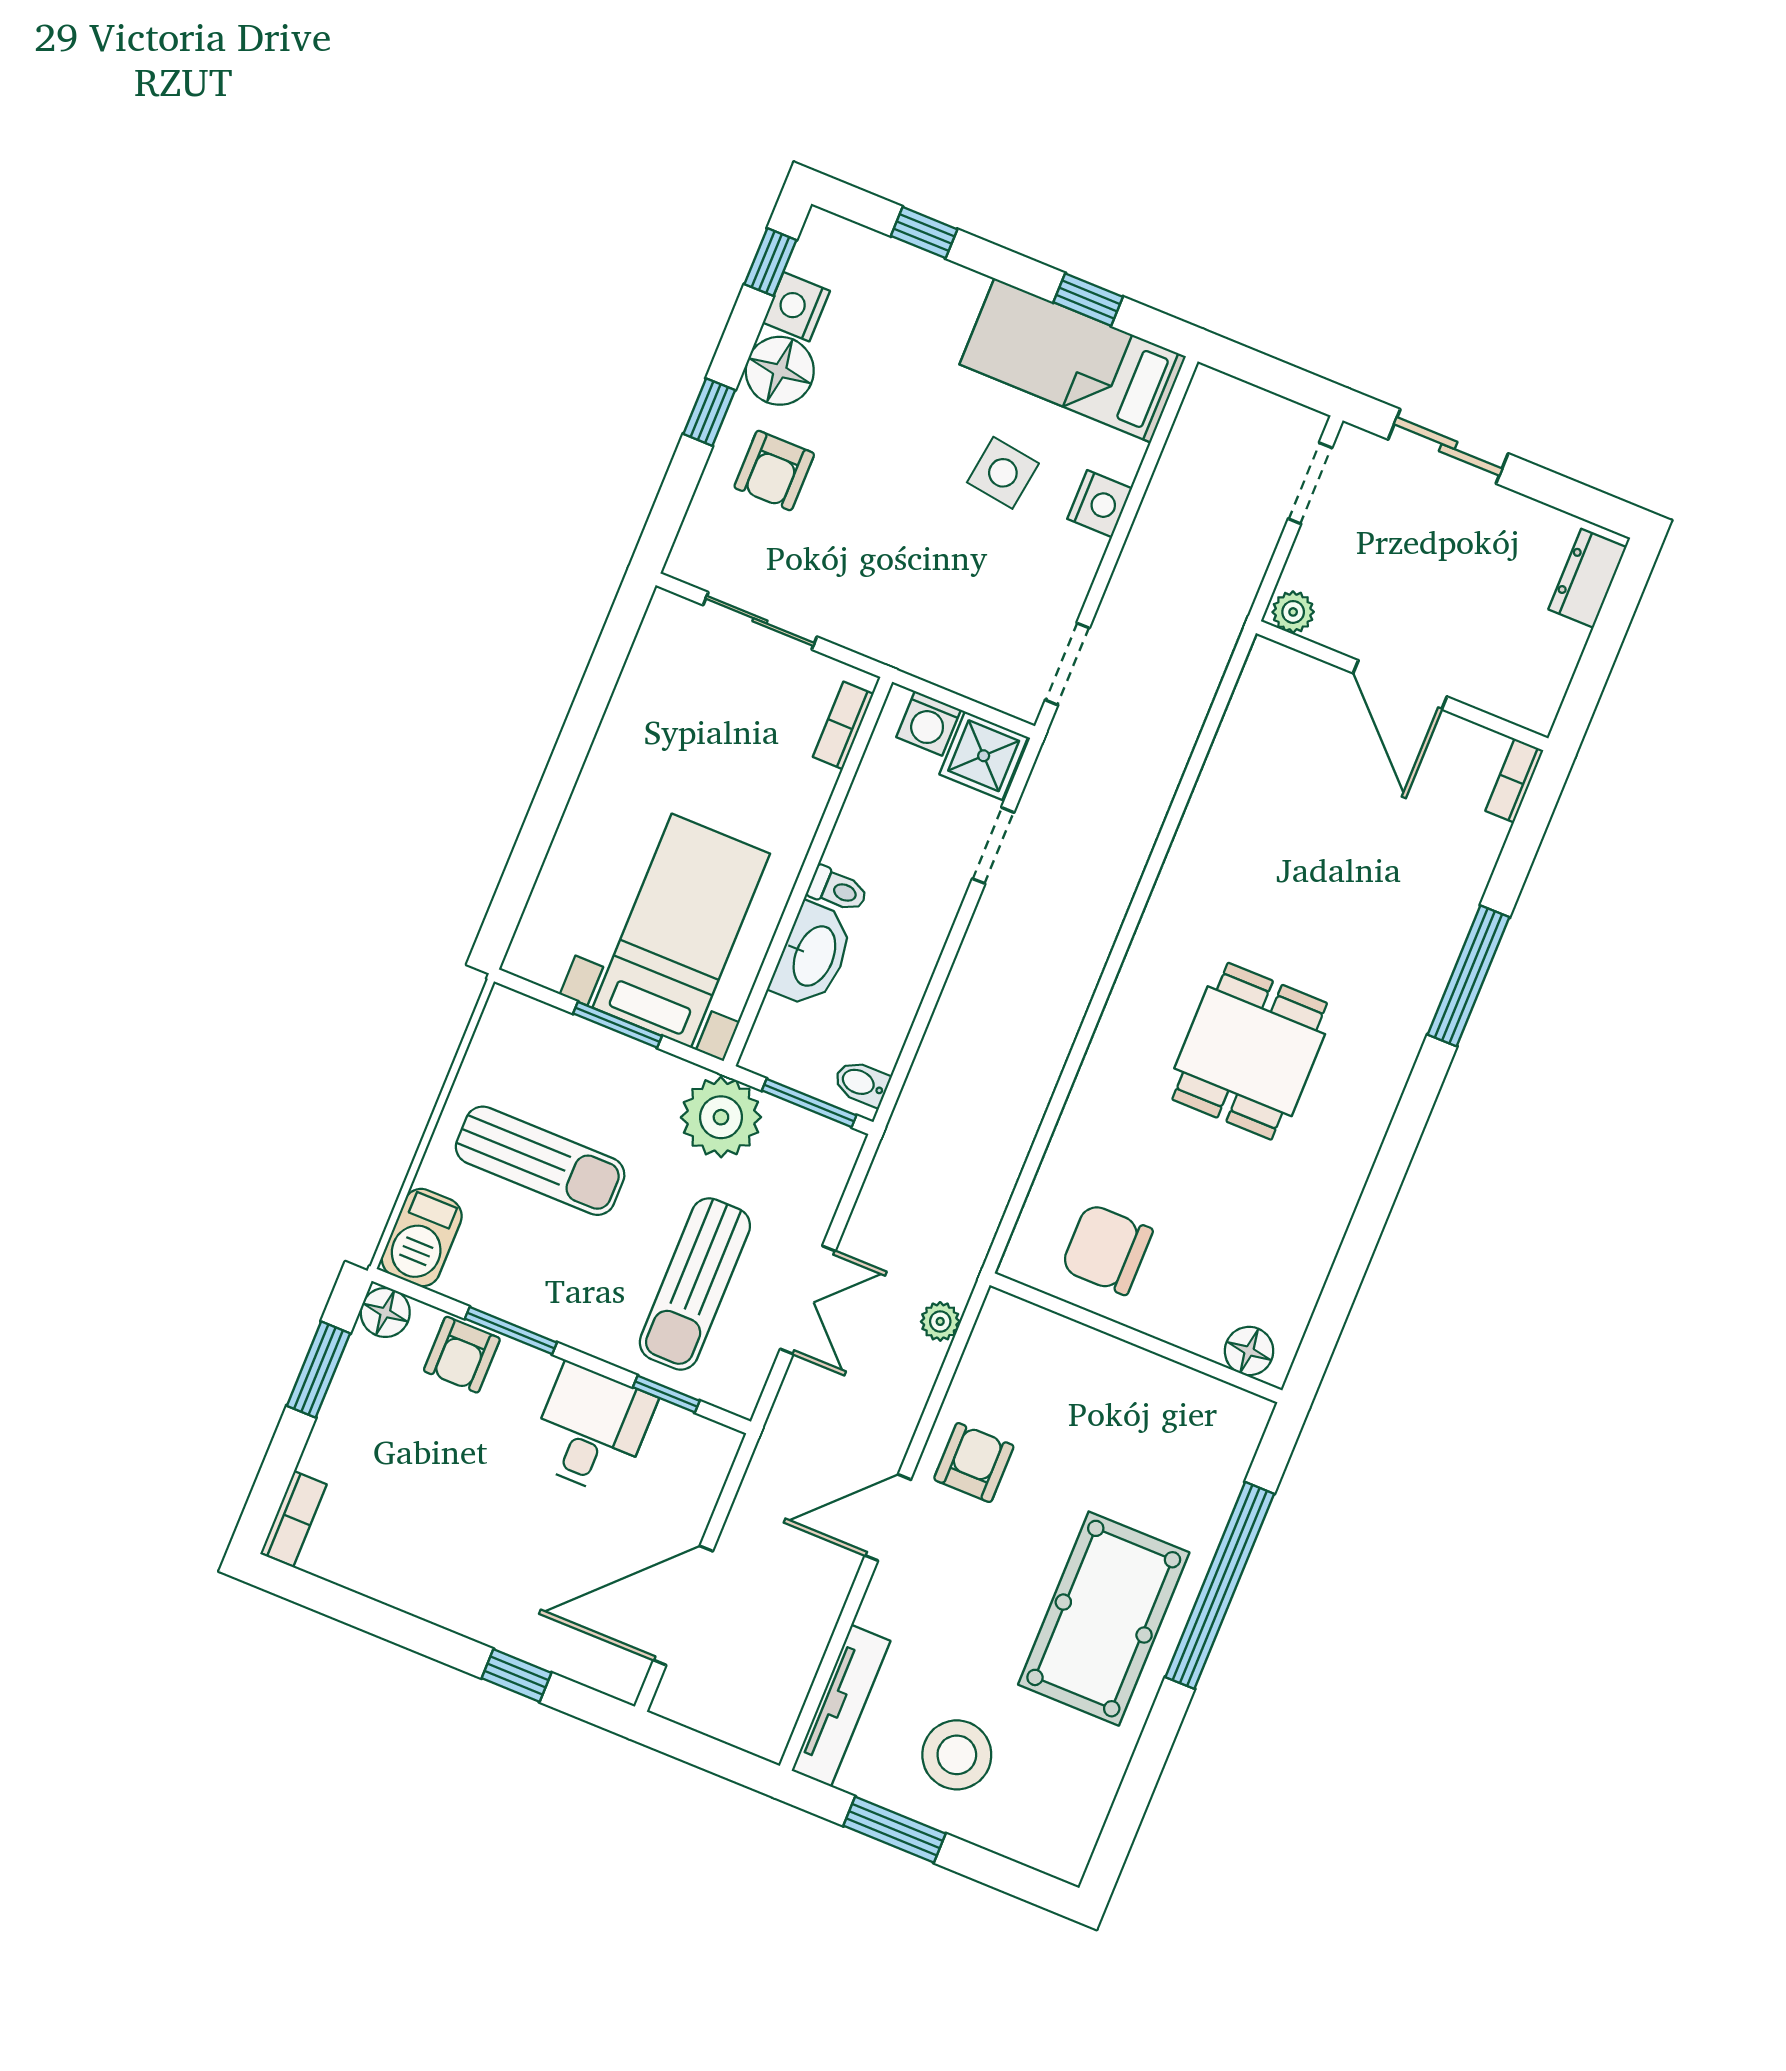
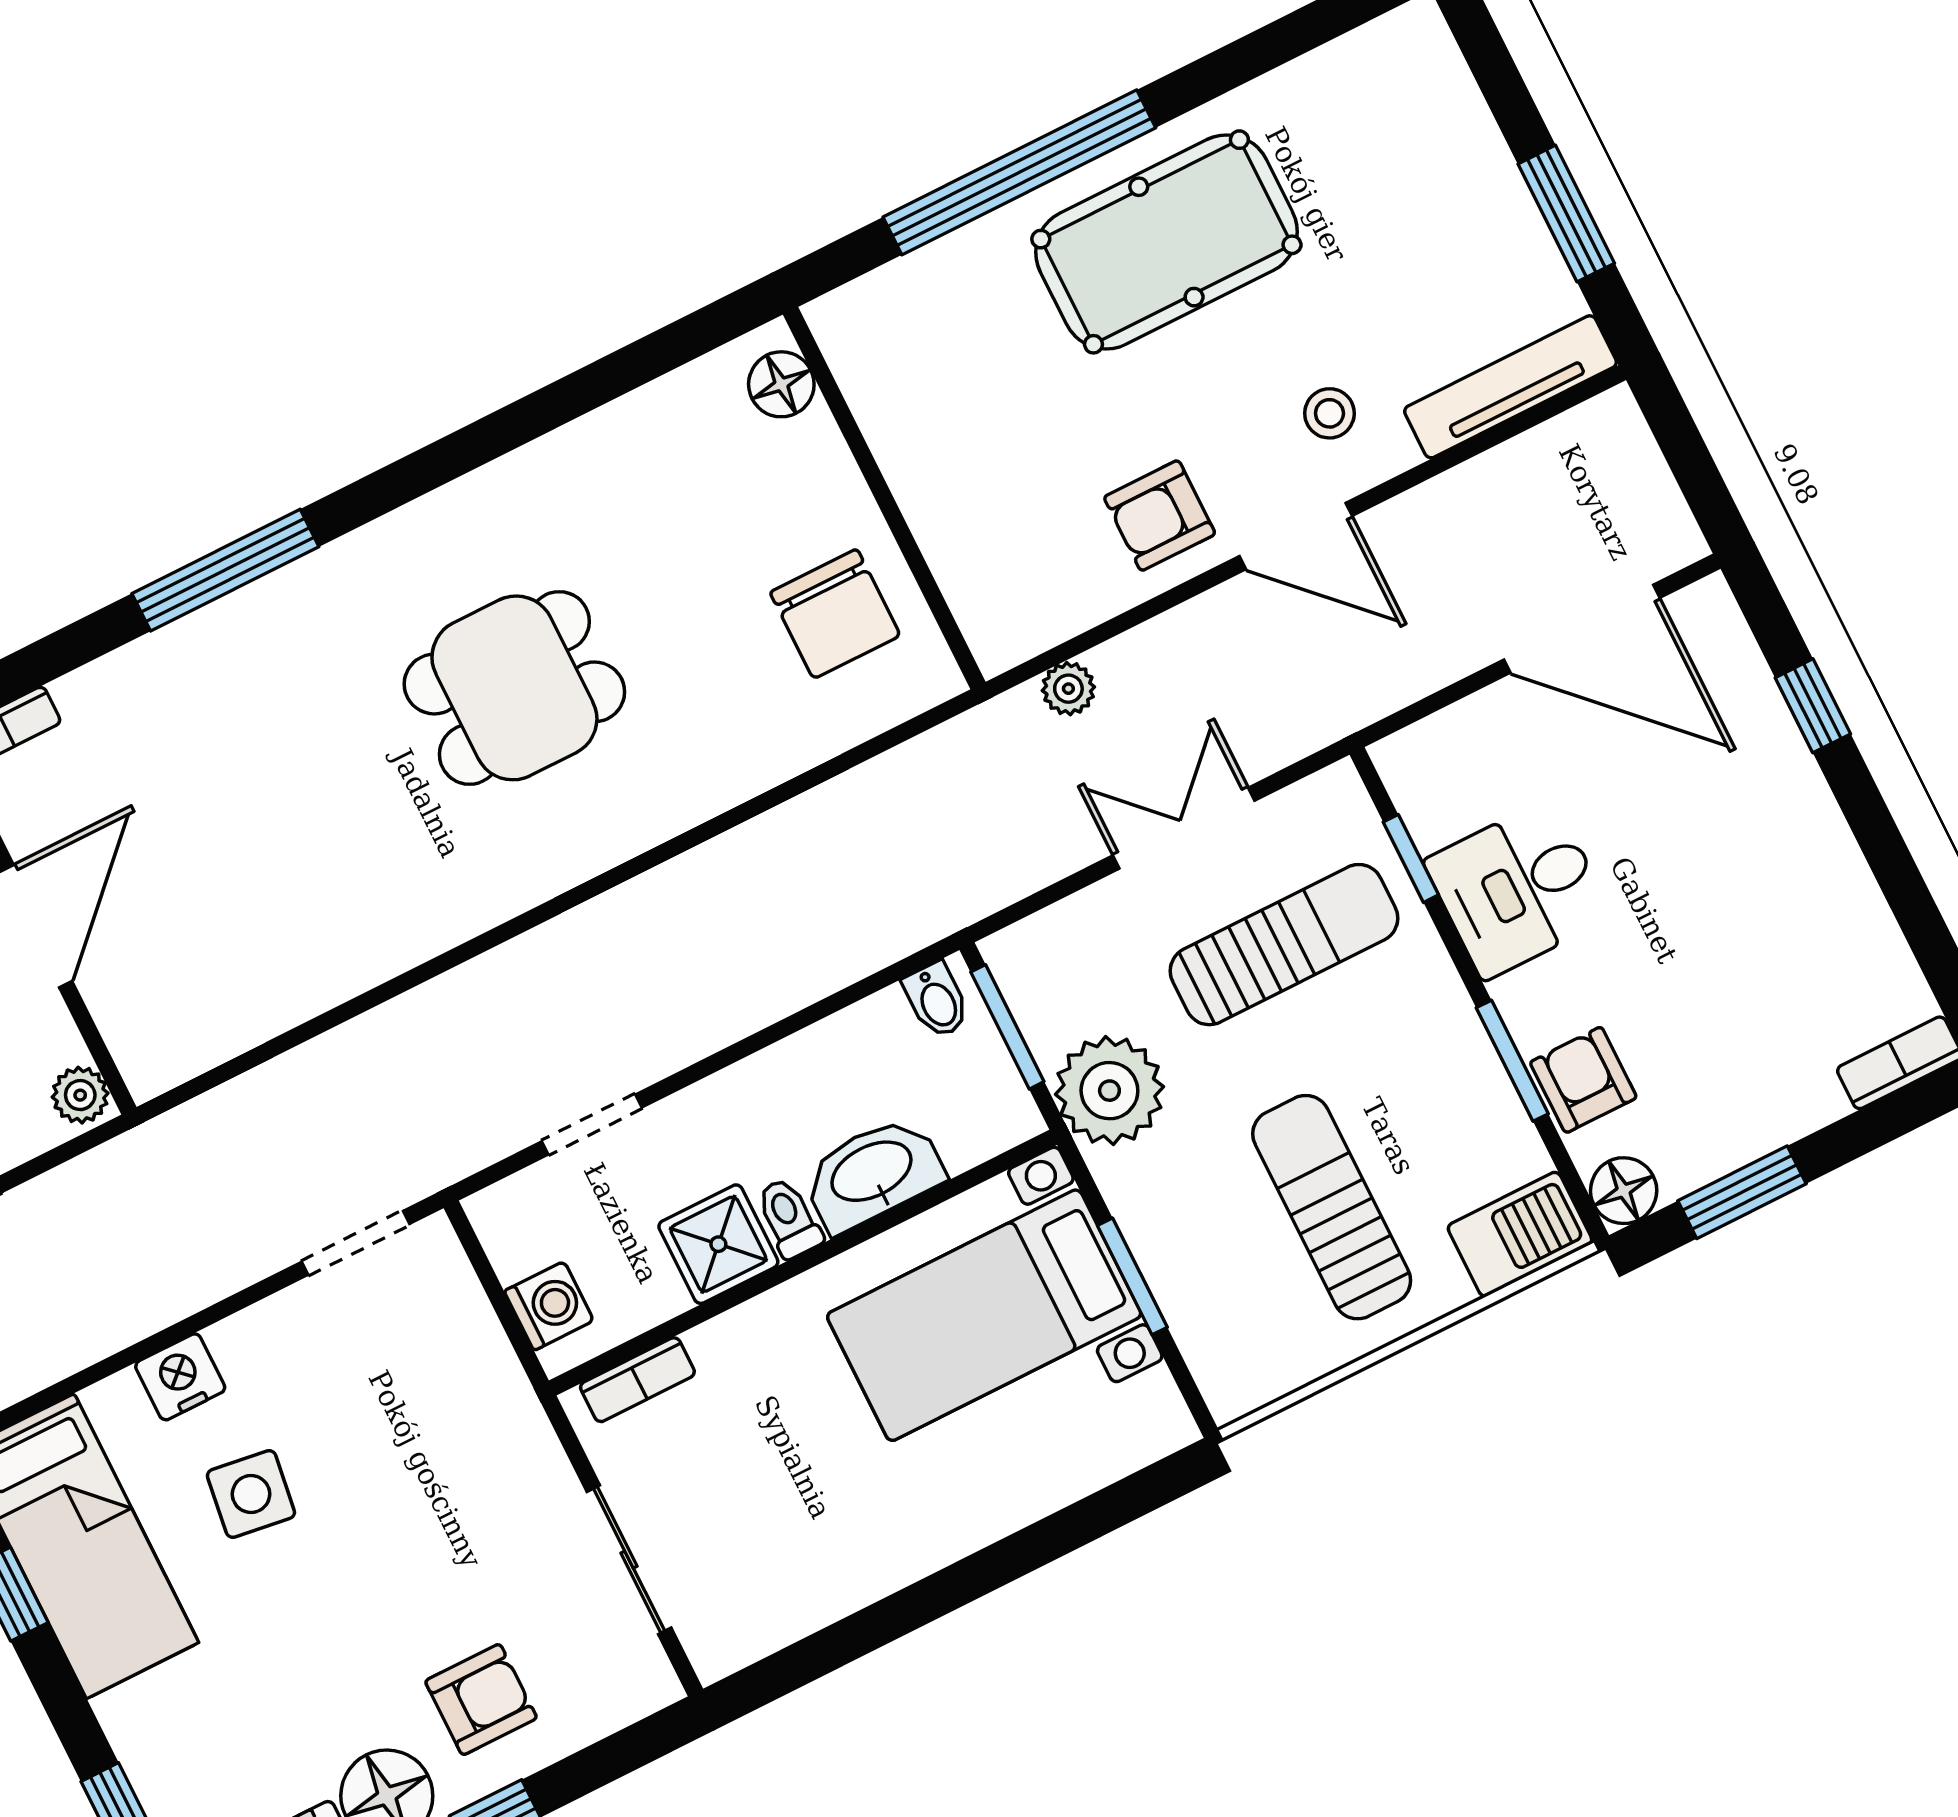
shower: (984, 756) -> (718, 1244), moved
armchair: (462, 1355) -> (1583, 1080), turned -90
stool: (957, 1755) -> (1329, 413), moved, width x0.53, depth x0.53

